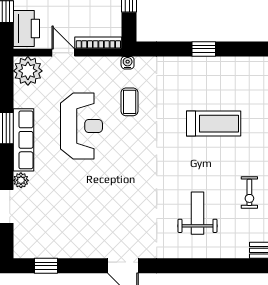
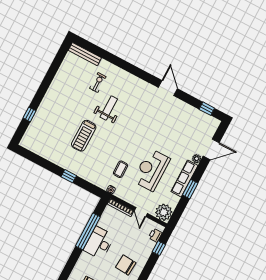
printer: (26, 28) -> (155, 235), width x0.53, depth x0.68
treadmill: (214, 124) -> (84, 136), turned -90
exercise bike: (249, 192) -> (98, 82), moved
weight bench: (197, 213) -> (109, 108), moved, turned 180

